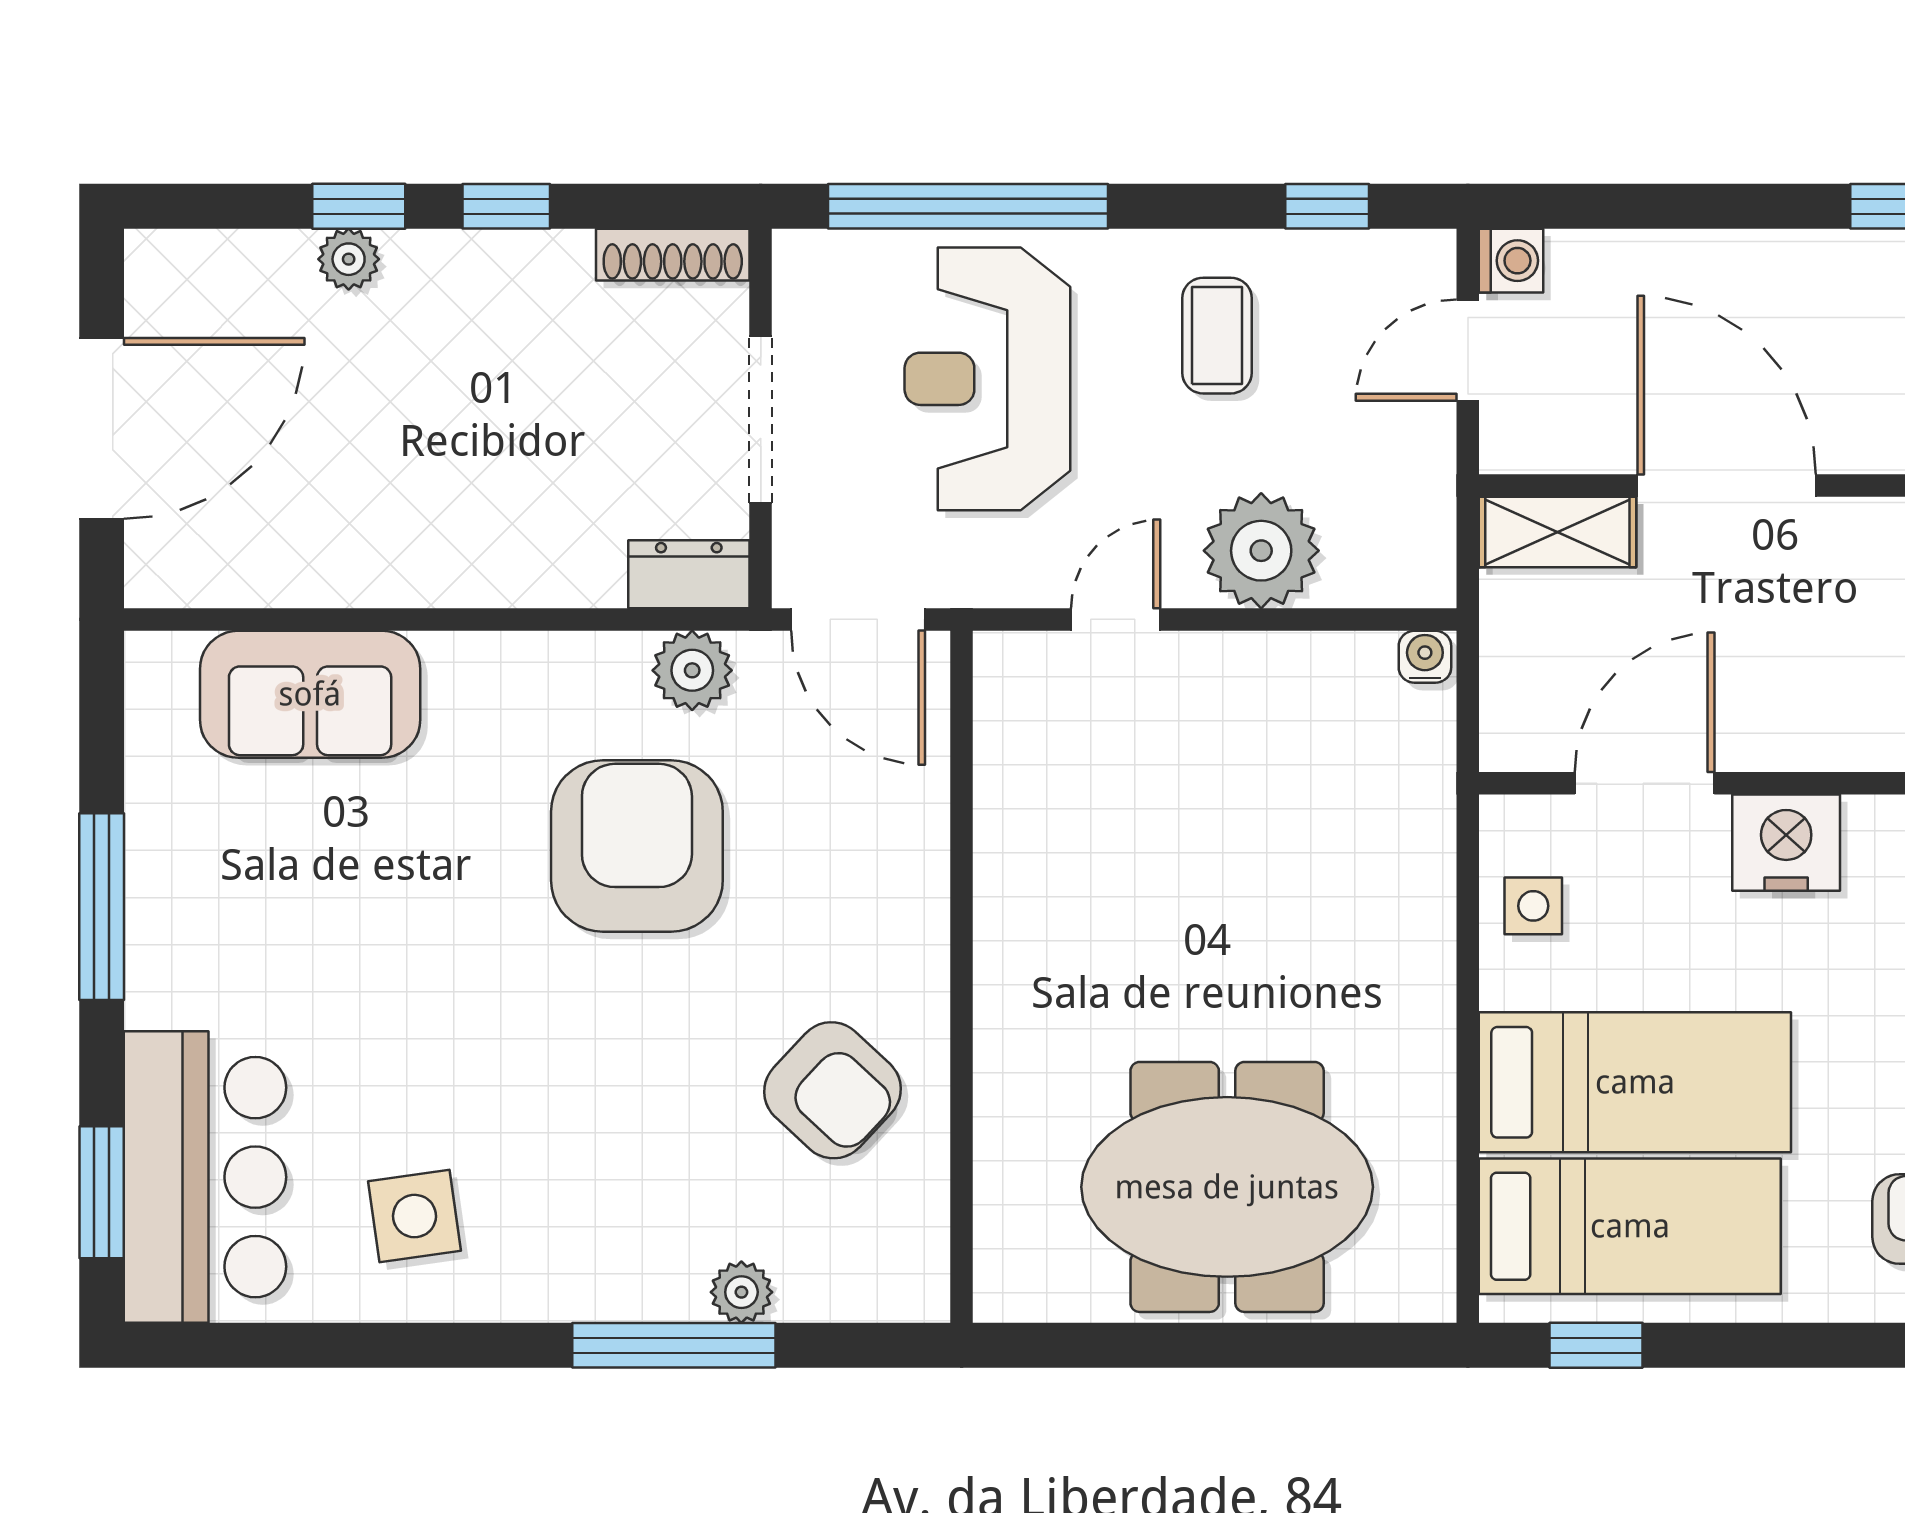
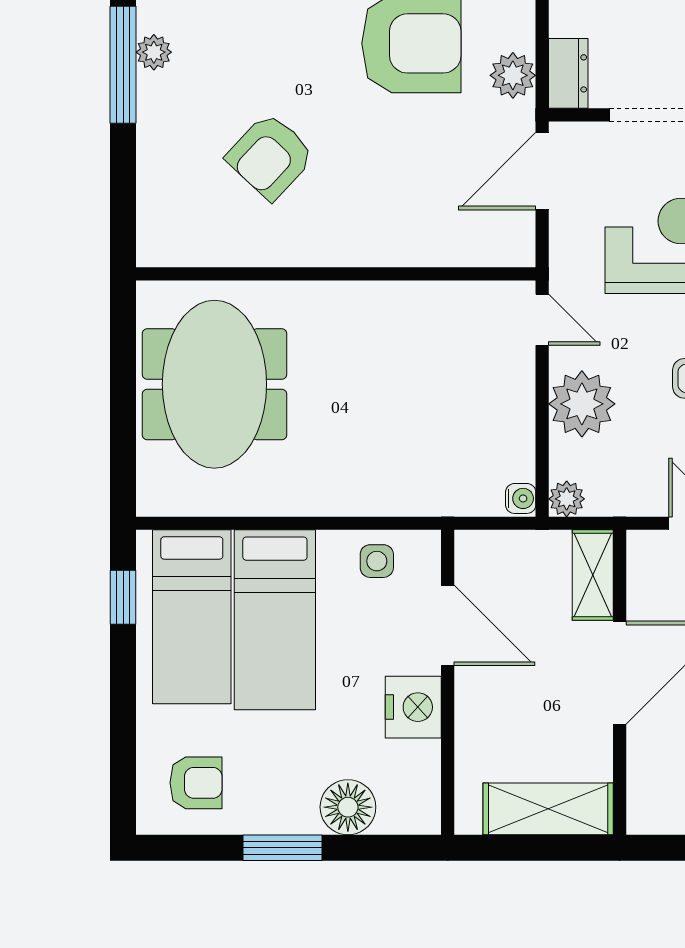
plant: (1425, 577) -> (567, 499), added
wall: (962, 977) -> (336, 274), moved
plant: (741, 1292) -> (154, 52), moved

